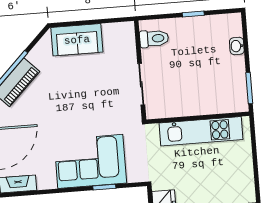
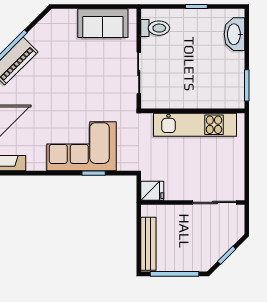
sofa: (77, 40) -> (103, 23), moved
washbasin: (237, 46) -> (234, 34), width x1.91, depth x1.45

